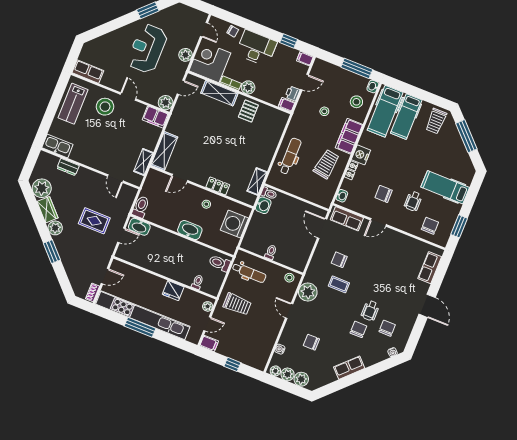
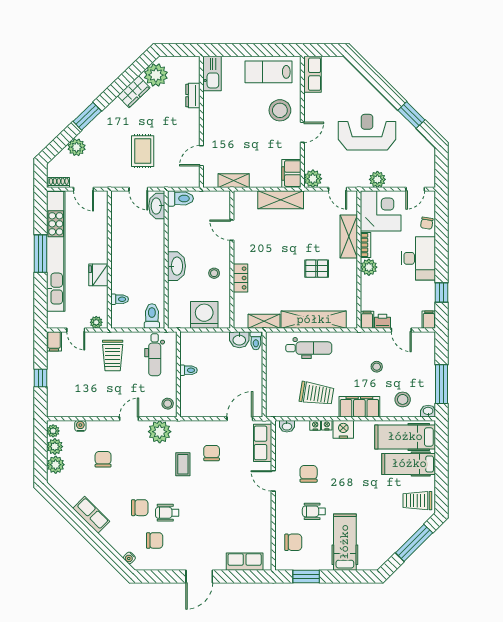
pallet: (248, 111) -> (317, 269), moved
shelving: (271, 144) -> (314, 320), added
shelving: (164, 151) -> (281, 200), moved
plant: (55, 228) -> (77, 147), moved

